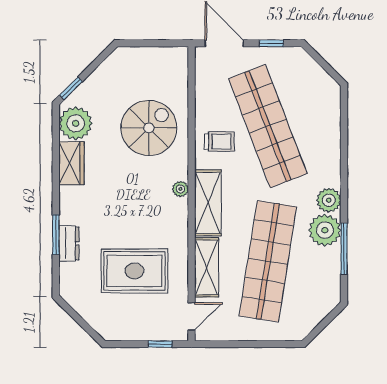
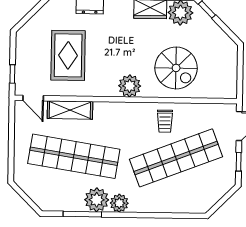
plant: (180, 189) -> (130, 86), width x1.87, depth x1.87
shelving: (208, 203) -> (119, 112), removed

